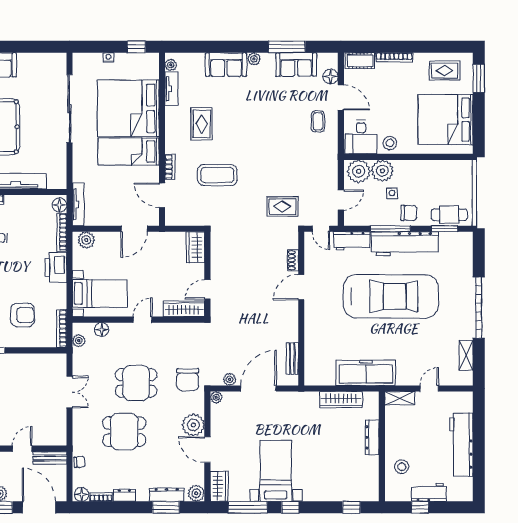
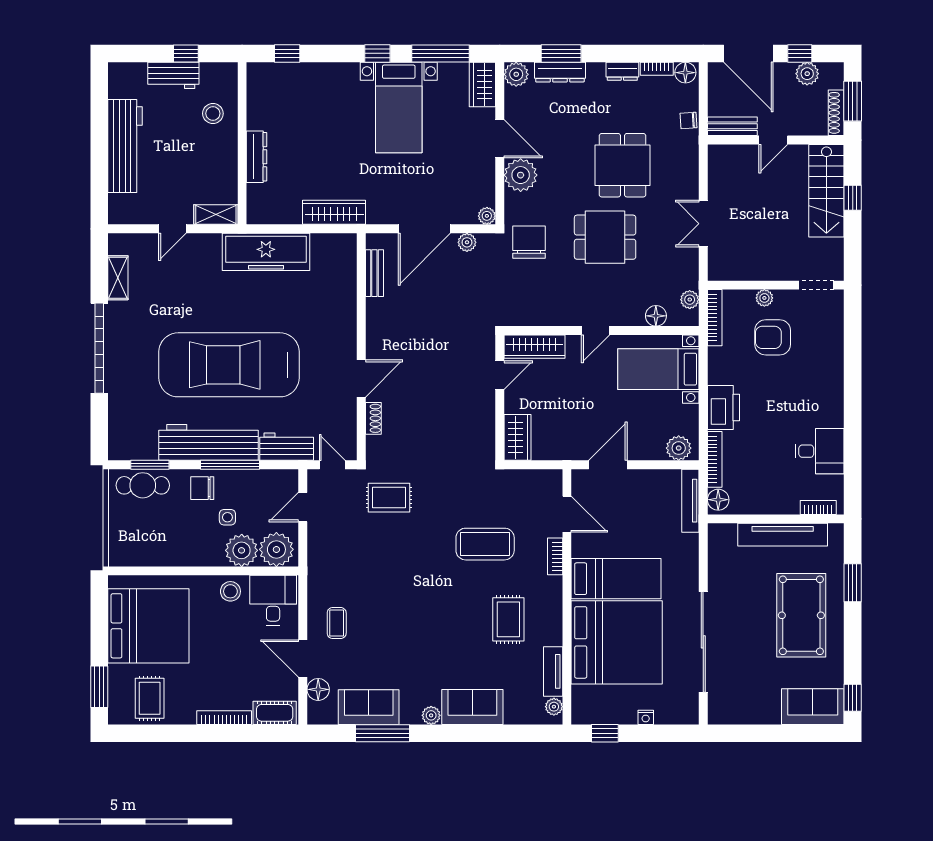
rug: (445, 71) -> (150, 698), turned 90
plant: (28, 342) -> (764, 298), added
wardrobe: (341, 400) -> (334, 212), moved
dining table: (124, 432) -> (623, 165), turned 90

